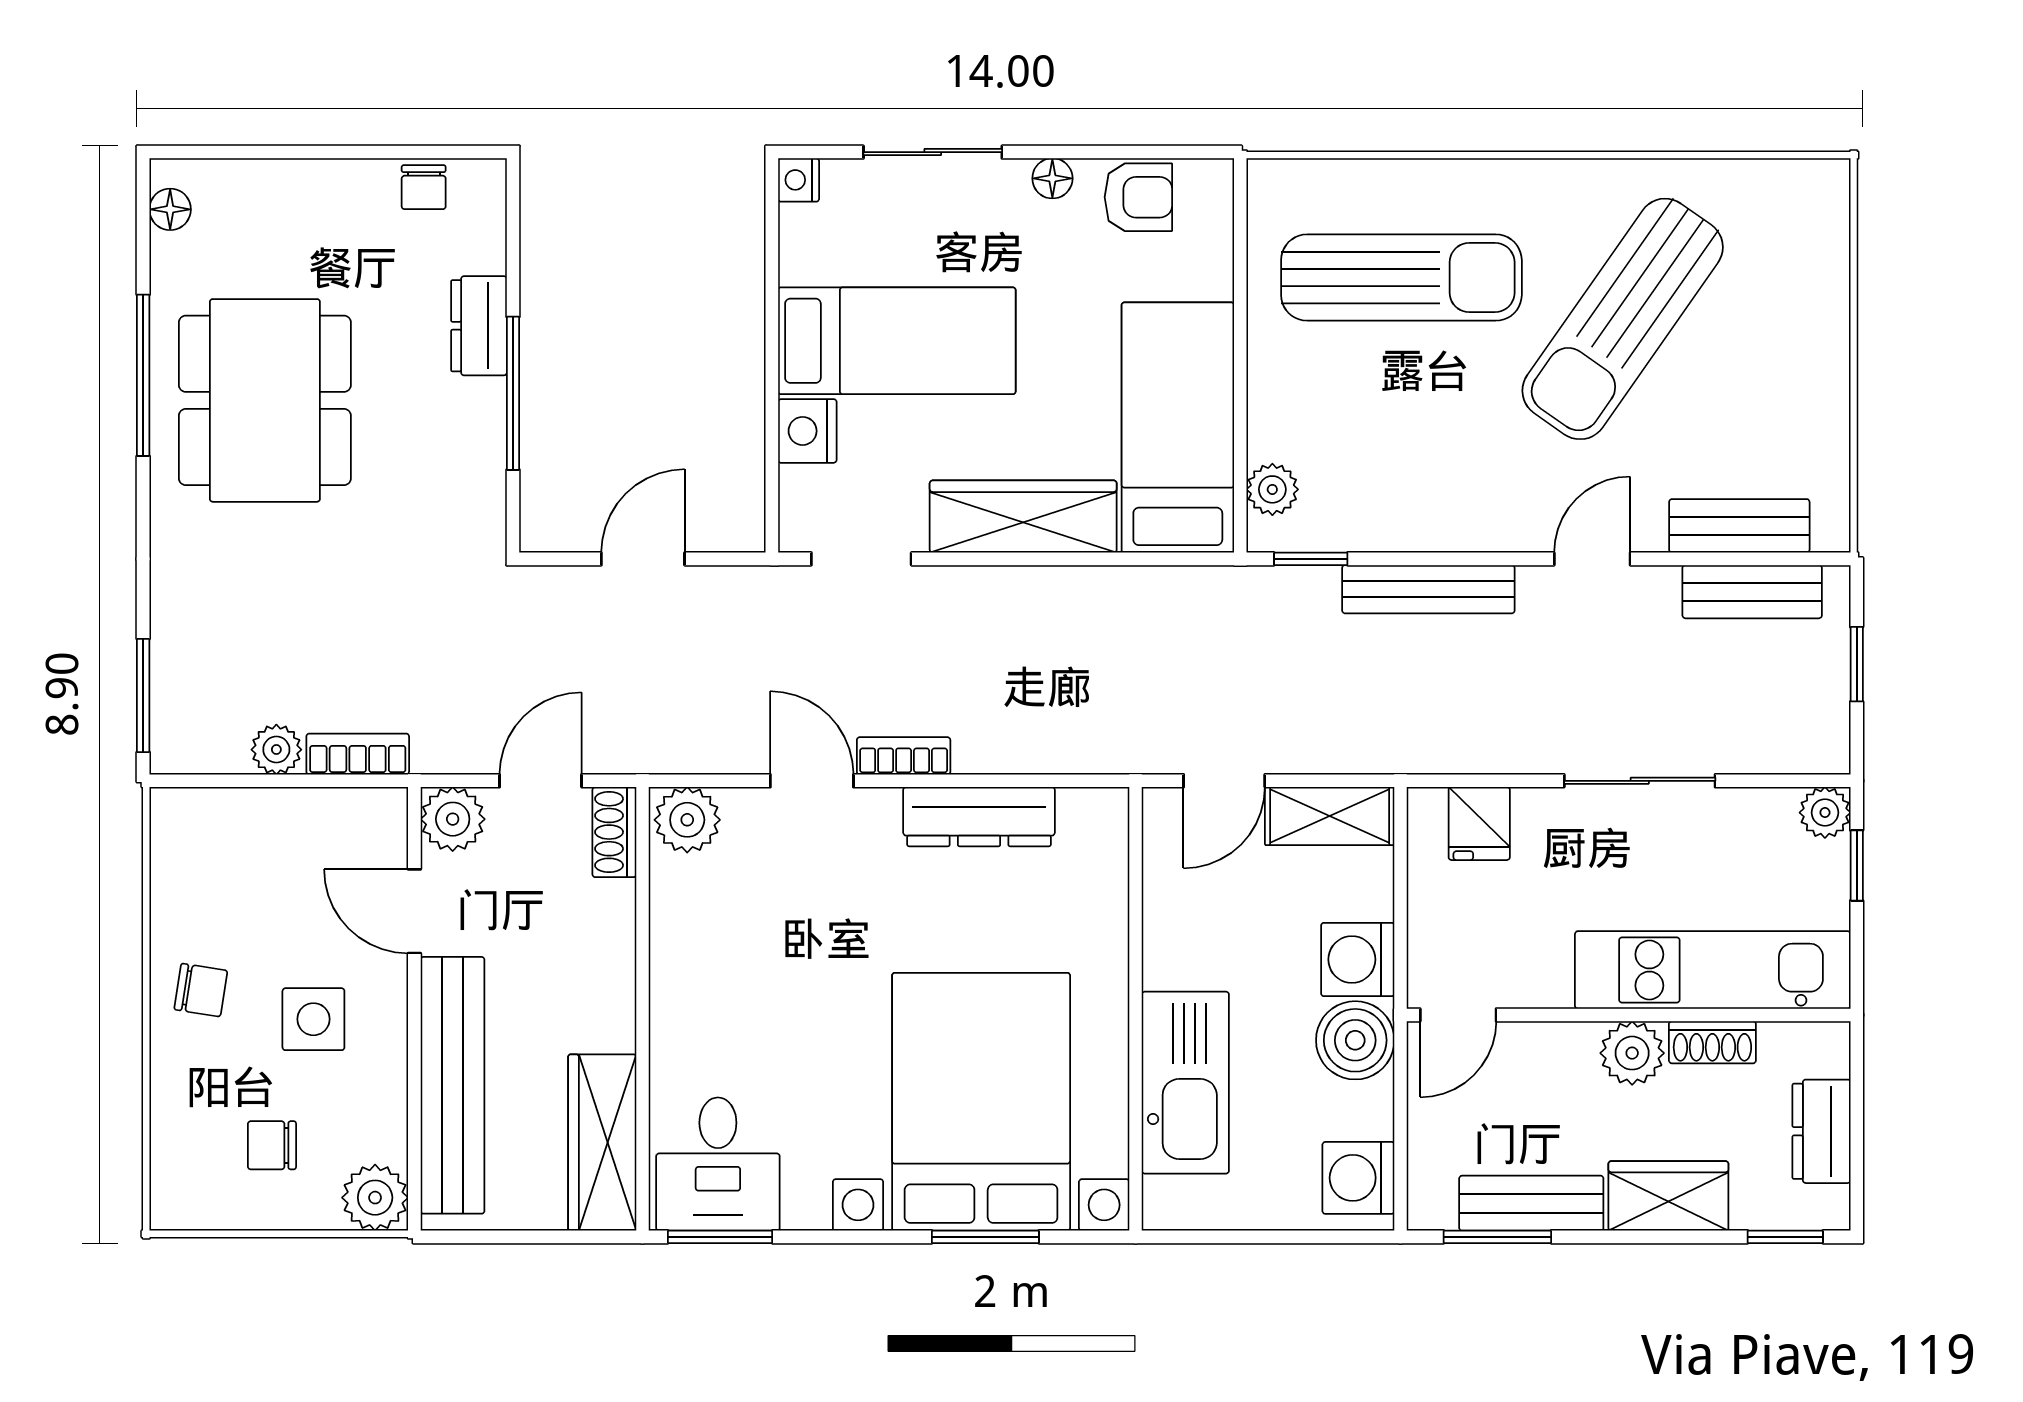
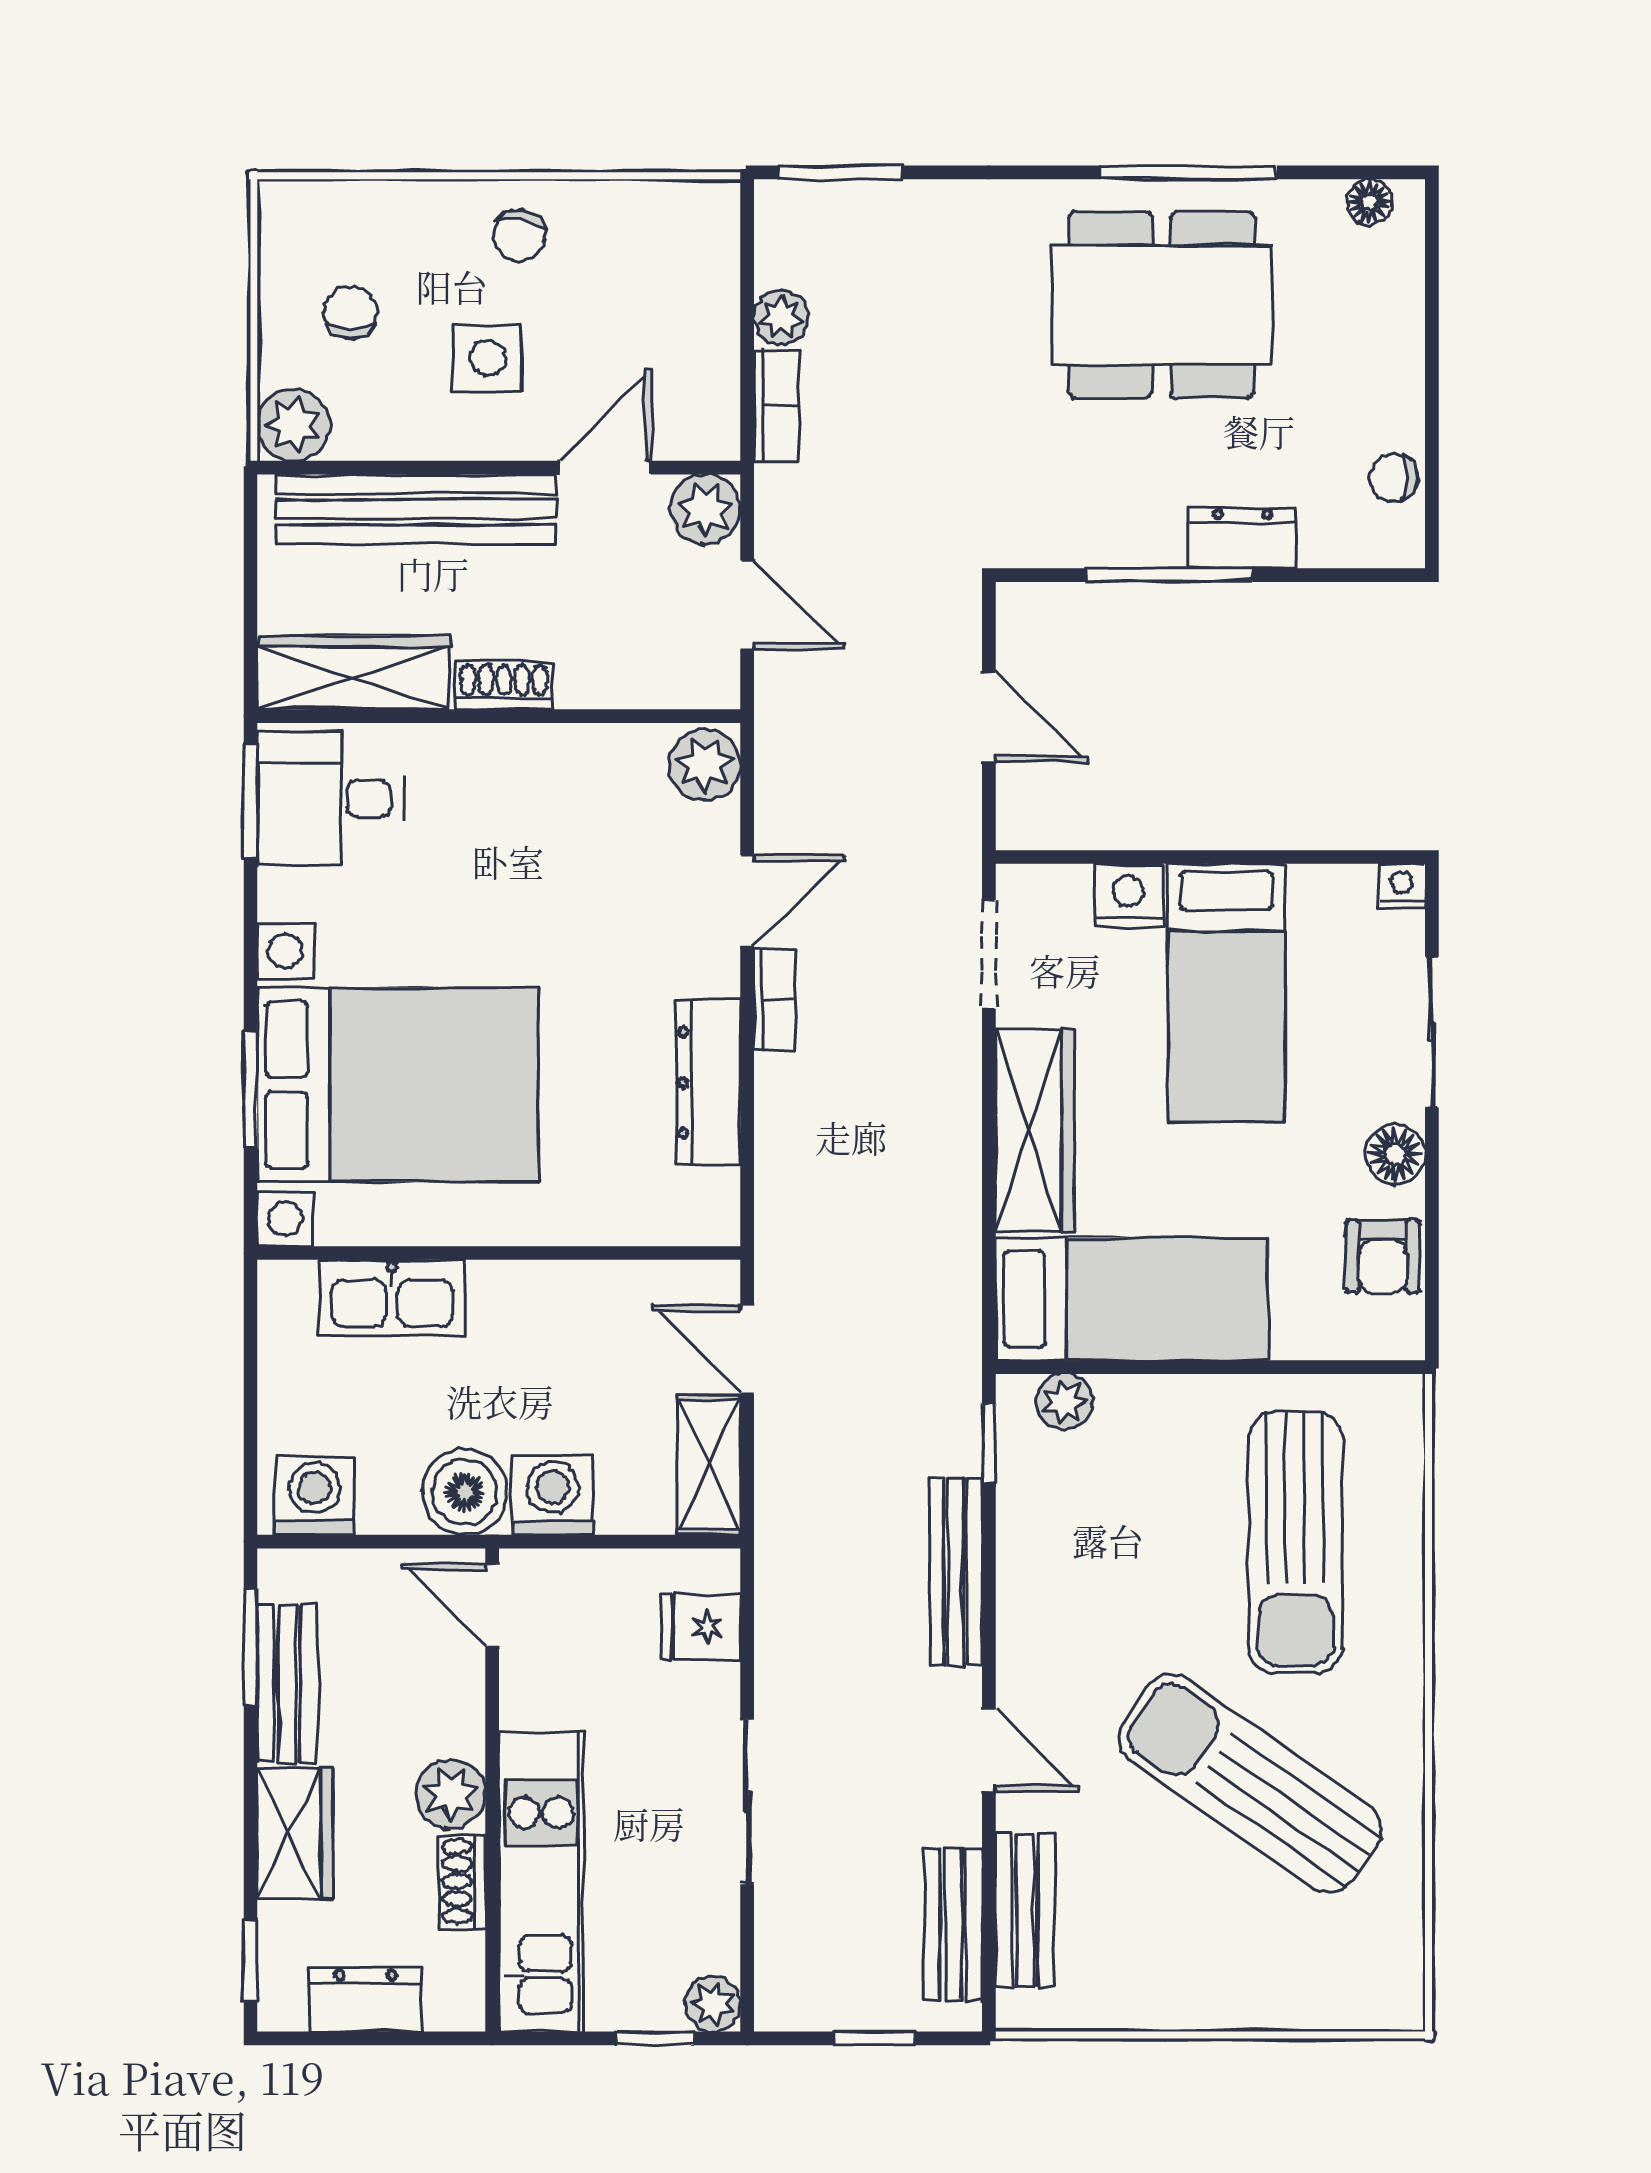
floor lamp: (1052, 178) -> (1395, 1154), width x1.37, depth x1.37
shoe rack: (614, 832) -> (504, 685), moved
kitchen sink: (1185, 1083) -> (392, 1298), width x0.73, depth x0.81

